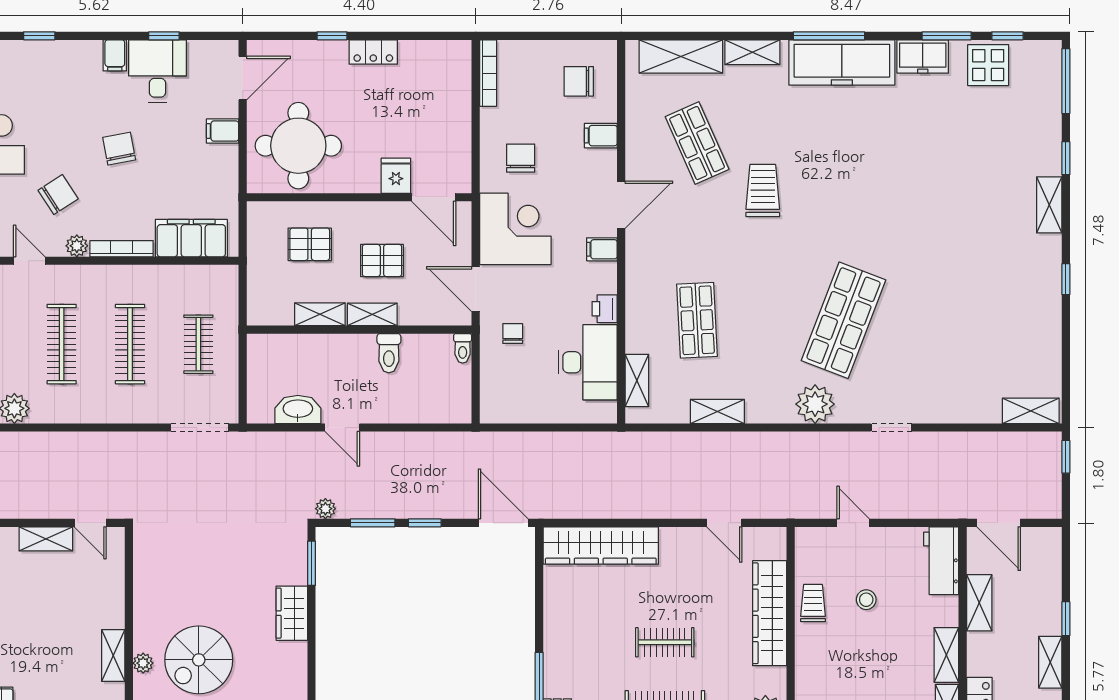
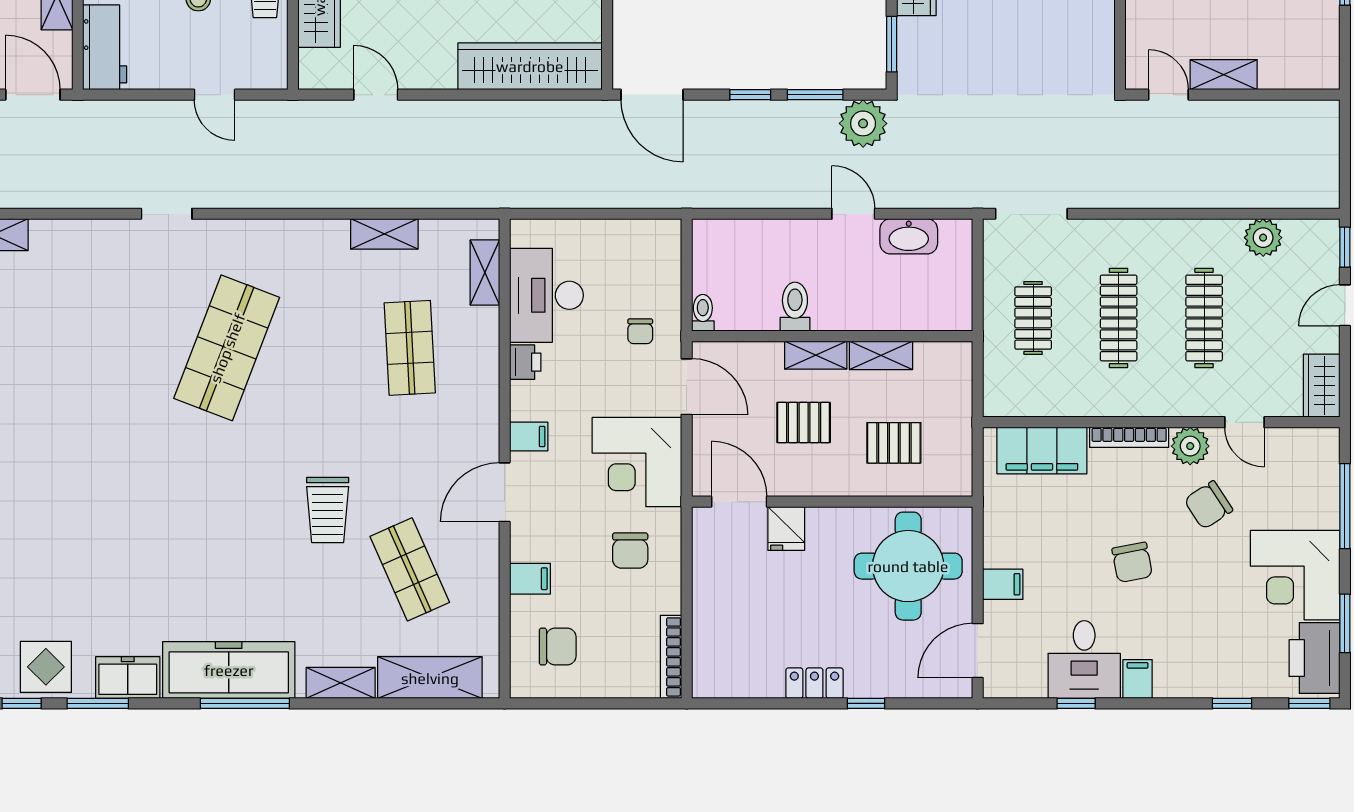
plant: (77, 246) -> (1190, 446), width x1.38, depth x1.38
plant: (815, 404) -> (262, 243), removed
plant: (325, 509) -> (863, 123), width x1.88, depth x1.88

